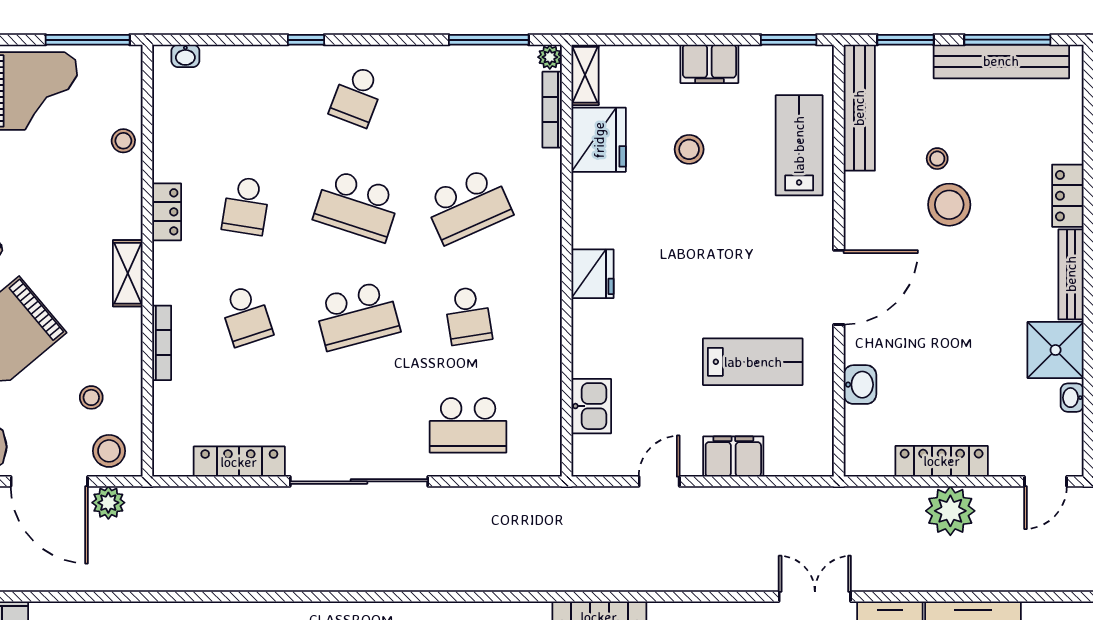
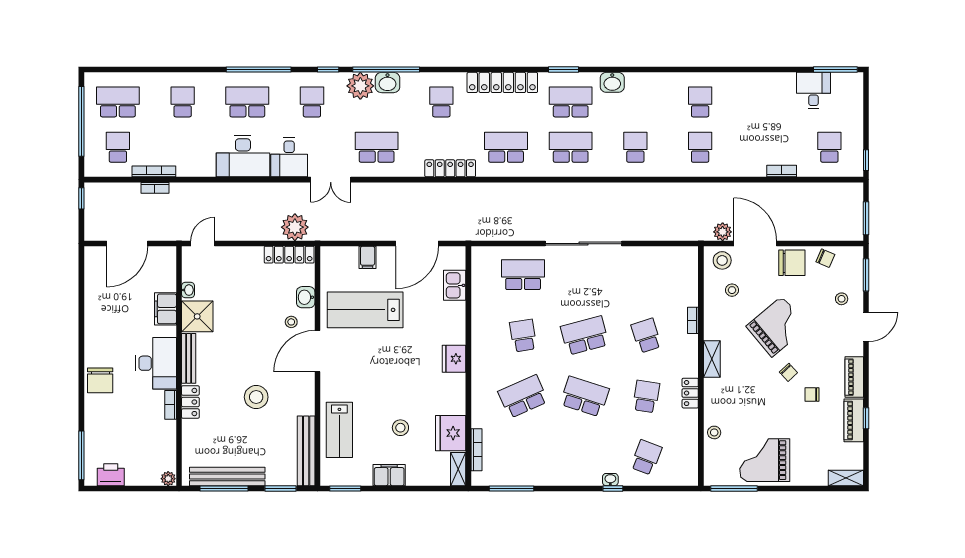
washbasin: (185, 56) -> (610, 480), moved
plant: (550, 57) -> (478, 479), removed
school desk: (357, 96) -> (646, 457), moved
stool: (937, 159) -> (291, 322), moved
bookcase: (162, 343) -> (693, 320), width x0.64
lab bench: (753, 362) -> (365, 310), width x1.36, depth x1.39
filing cabinet: (733, 457) -> (368, 257), width x0.50
locker: (942, 461) -> (289, 255), moved
locker: (239, 462) -> (650, 255), removed
door: (659, 481) -> (417, 244), width x1.87
plant: (950, 511) -> (295, 227), moved

